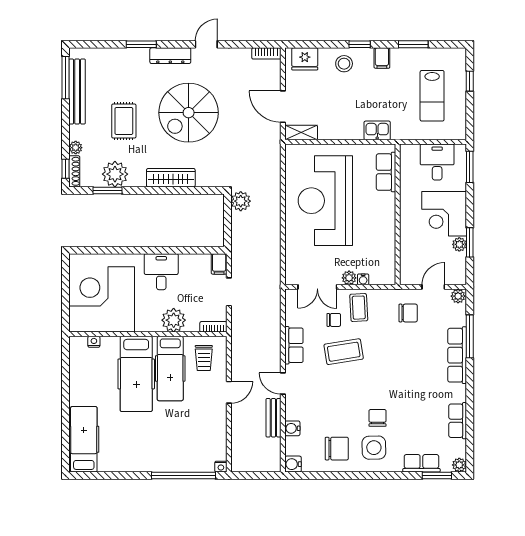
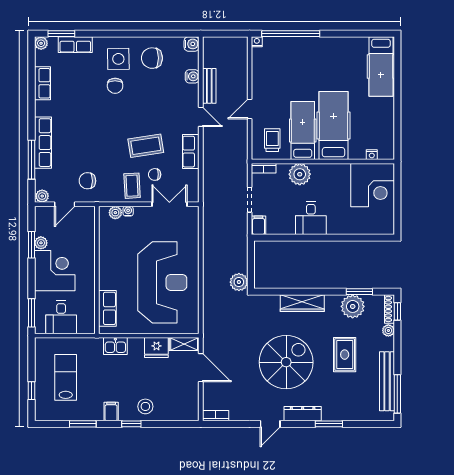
fridge: (305, 59) -> (156, 348), moved, turned 180
plant: (349, 278) -> (115, 213), moved
corner desk: (102, 299) -> (373, 185), width x0.74, depth x0.74

